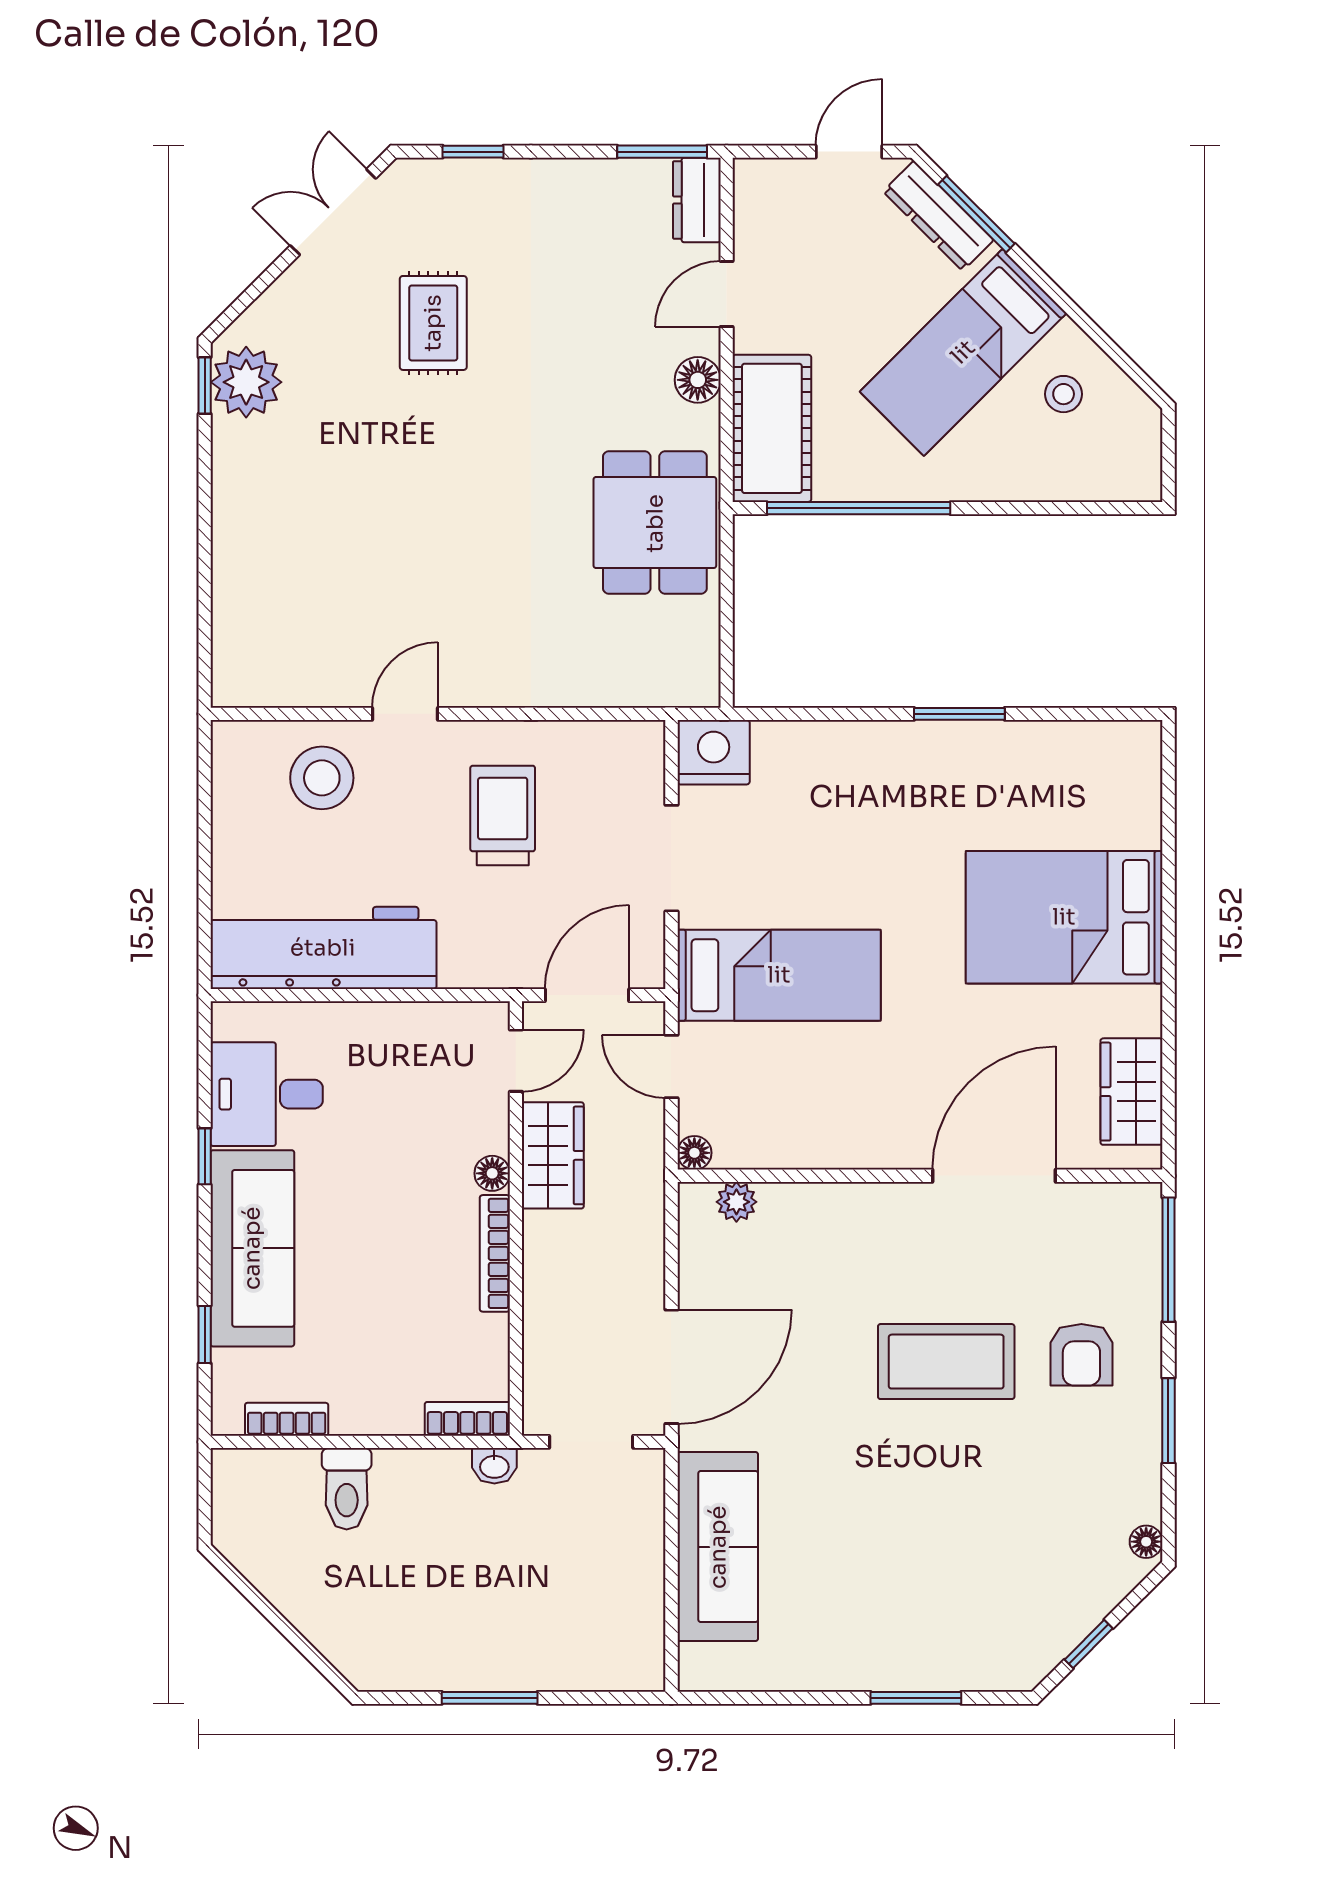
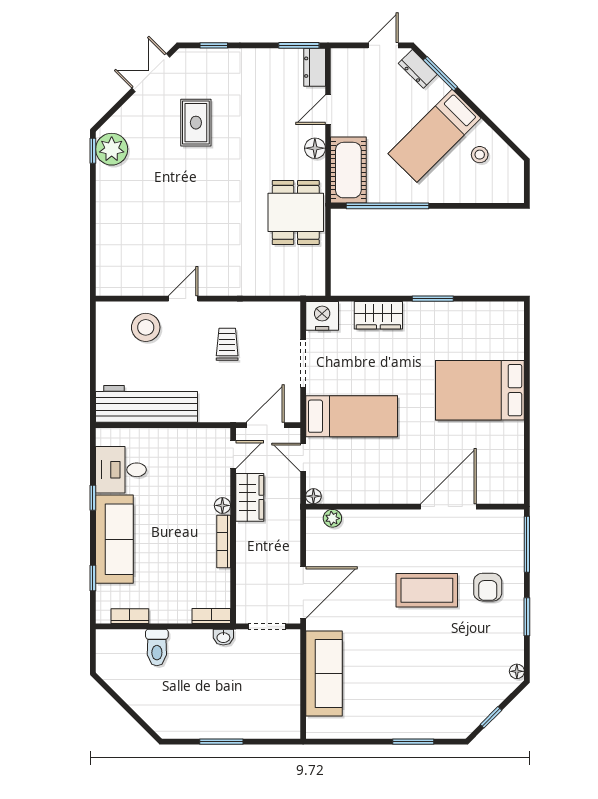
dresser: (938, 216) -> (418, 69), width x0.70
trolley: (503, 815) -> (227, 344), width x0.73, depth x0.72
wardrobe: (1132, 1092) -> (378, 315), moved, turned -90

